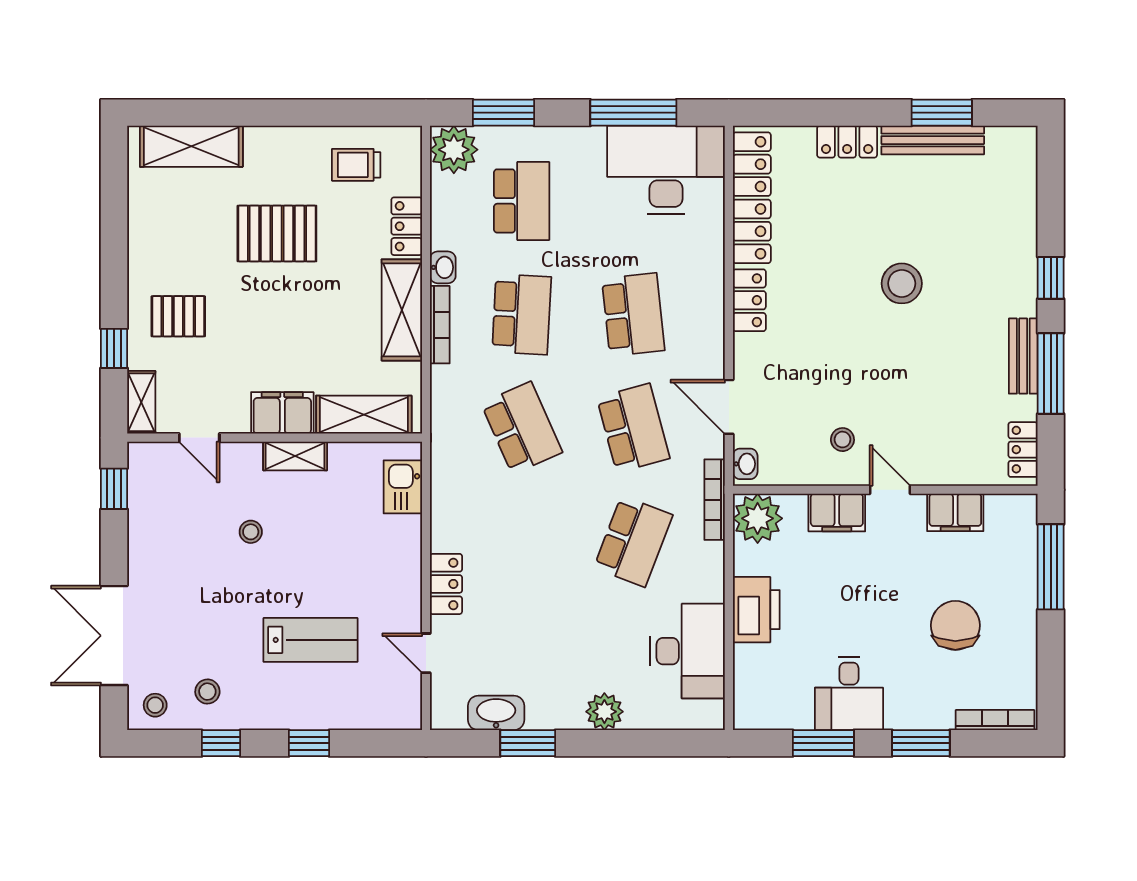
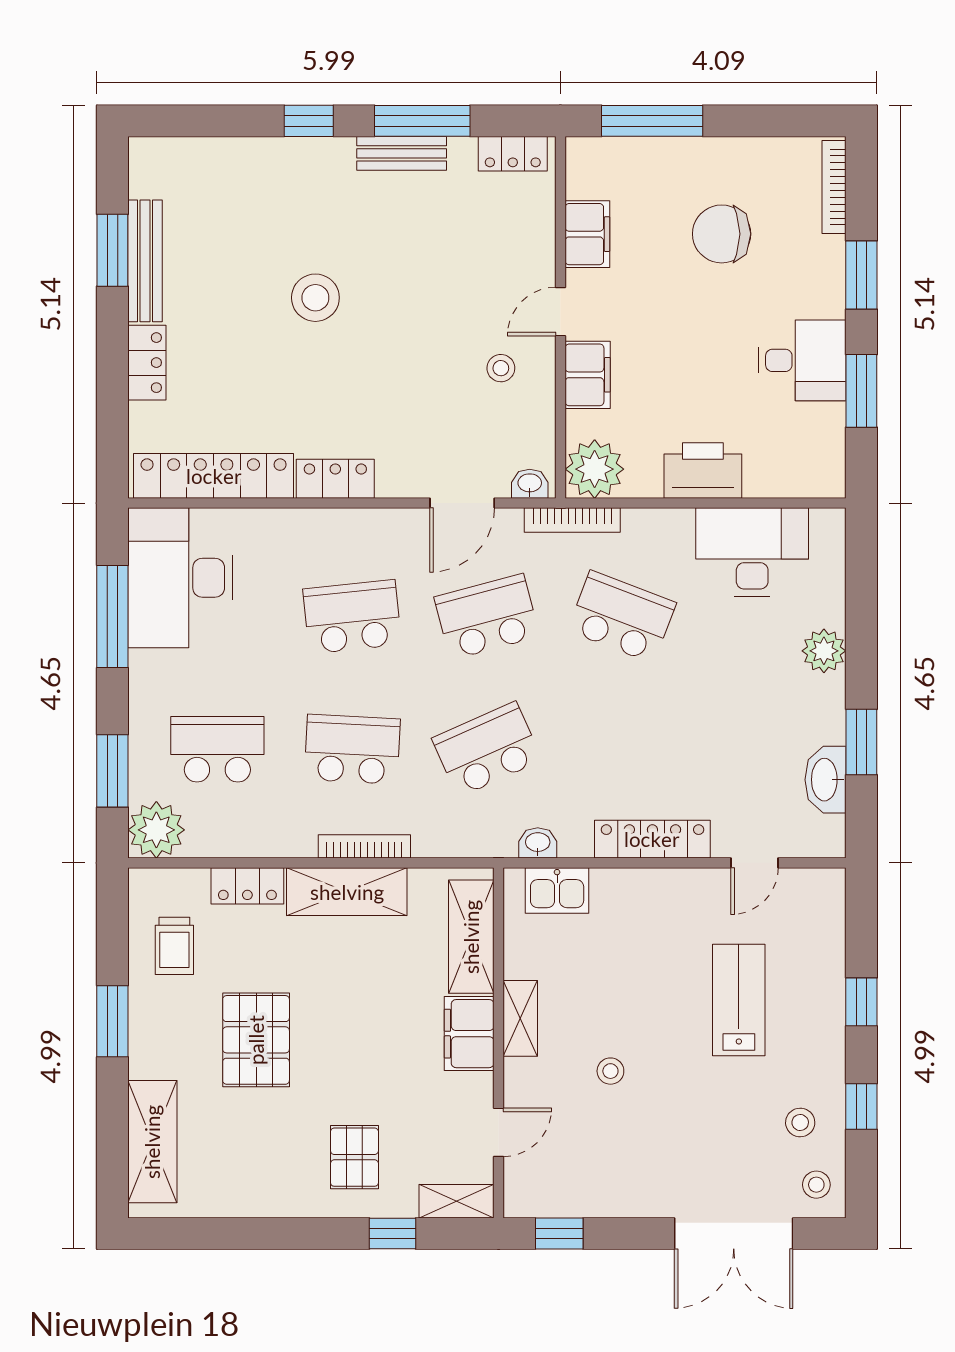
window: (293, 113) -> (112, 1021), added
washbasin: (443, 267) -> (538, 843), moved
locker: (446, 584) -> (652, 839), width x1.53

